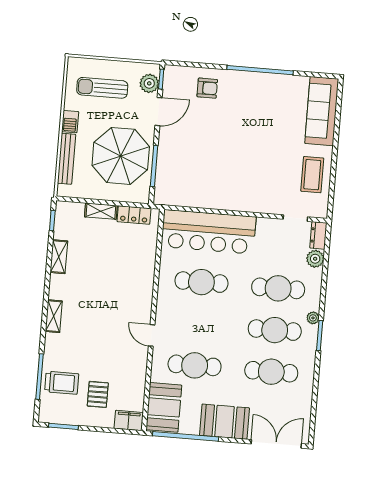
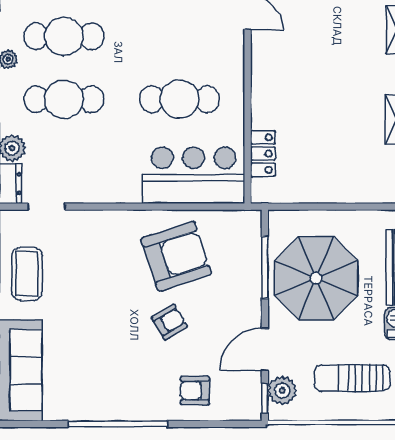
sun lounger: (102, 88) -> (352, 378), turned 180
armchair: (220, 135) -> (169, 322), added
armchair: (212, 178) -> (176, 256), added
shelving: (101, 211) -> (339, 193), removed
locker: (134, 215) -> (263, 154), moved, turned 90
bar counter: (209, 232) -> (194, 175), width x0.73

